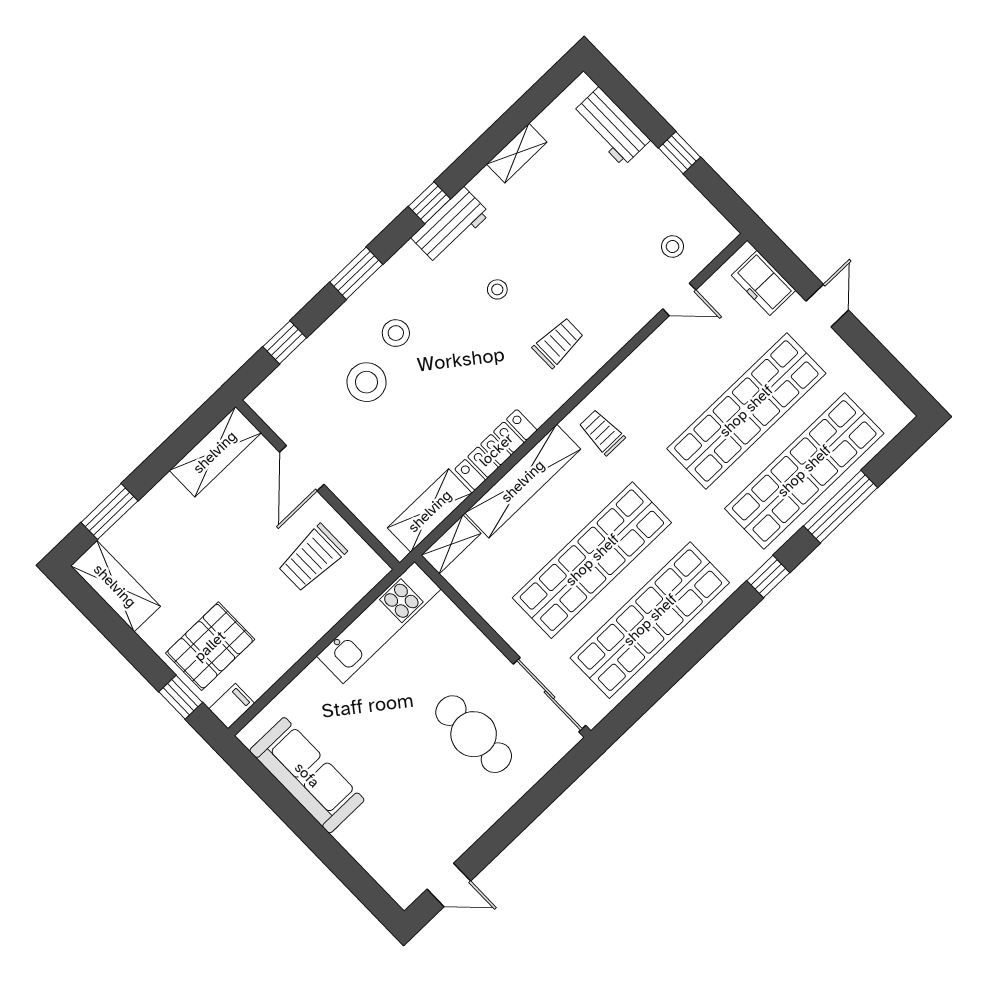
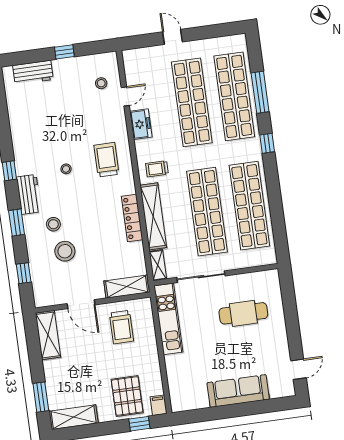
shelving: (517, 153) -> (15, 120), removed
workbench: (450, 226) -> (29, 194), moved
freezer: (763, 283) -> (141, 124), moved, turned -90
trolley: (558, 343) -> (106, 160), width x1.36, depth x1.39
shelving: (430, 511) -> (127, 287), moved, turned 90
sliding door: (550, 695) -> (201, 277), moved
sofa: (307, 775) -> (238, 391), moved

